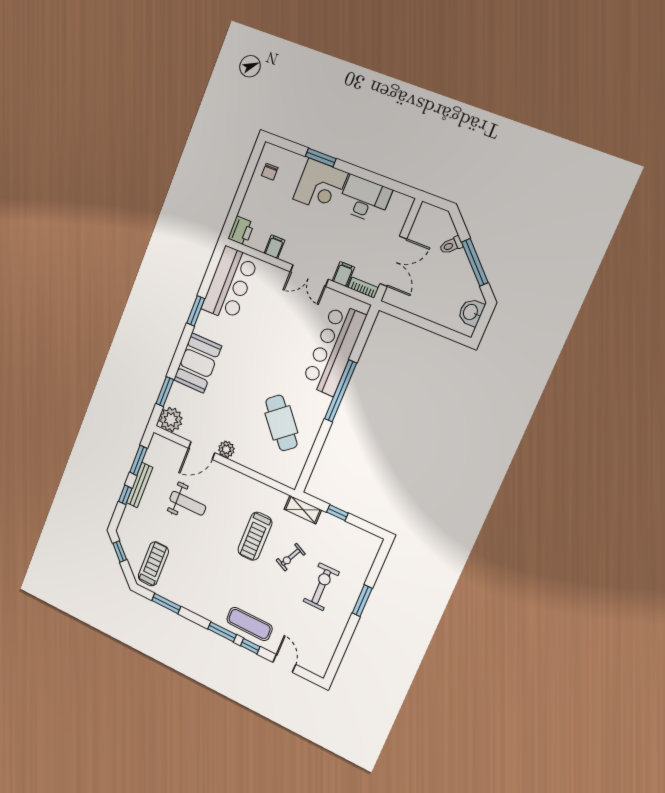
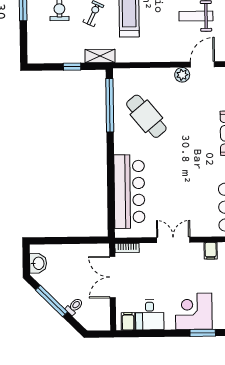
desk: (365, 199) -> (150, 315), width x0.73
filing cabinet: (343, 274) -> (128, 321), moved, turned 180
window: (341, 391) -> (110, 105), moved

